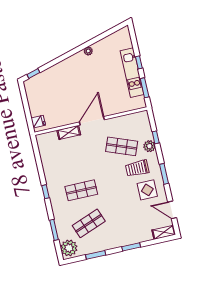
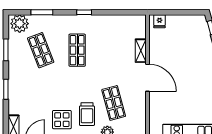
shop shelf: (122, 146) -> (114, 103), turned -36
trolley: (137, 168) -> (87, 114), turned 180

